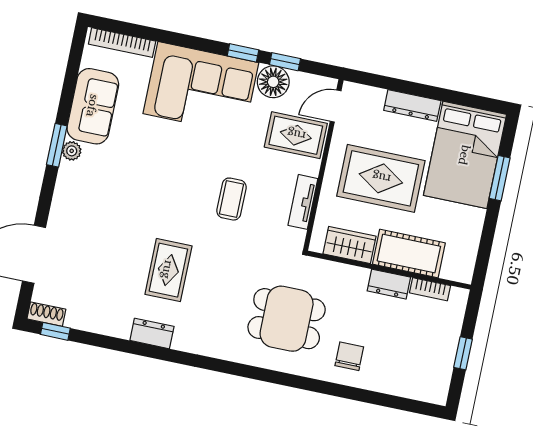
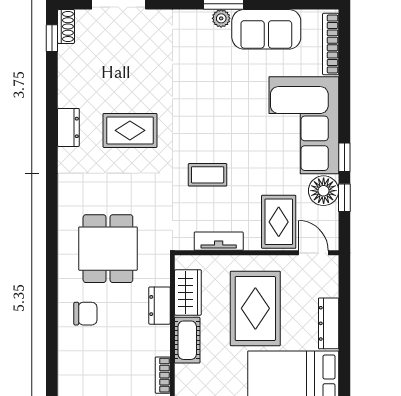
cot: (409, 254) -> (187, 340), width x0.73, depth x0.75
dresser: (389, 284) -> (159, 306), moved

